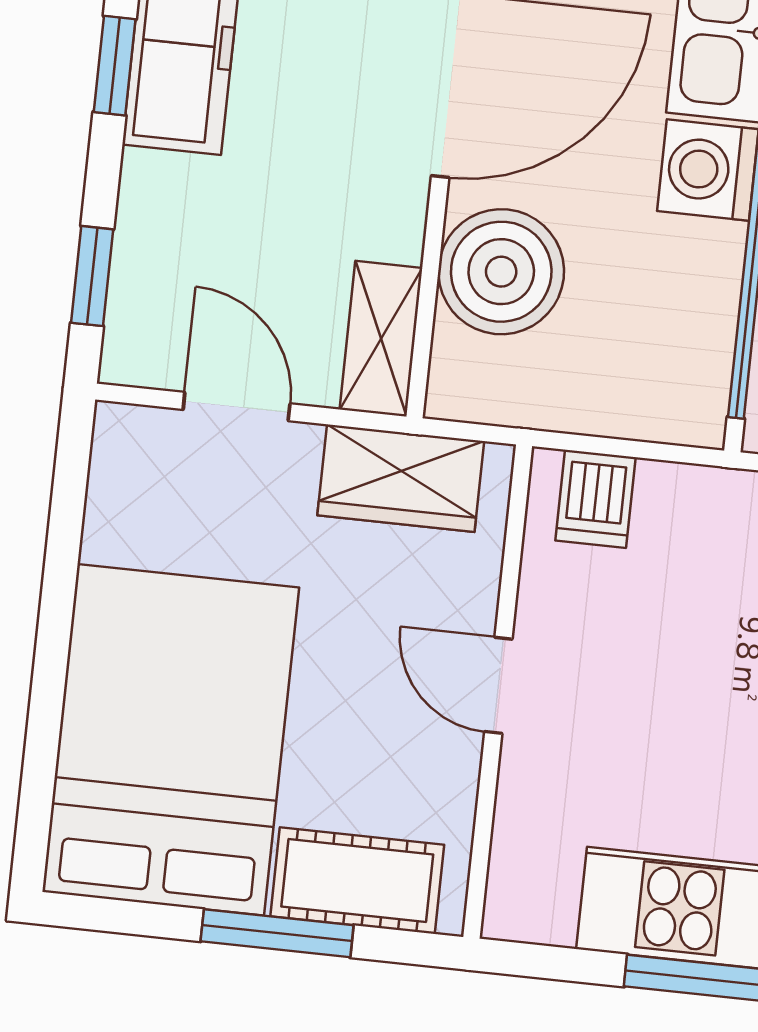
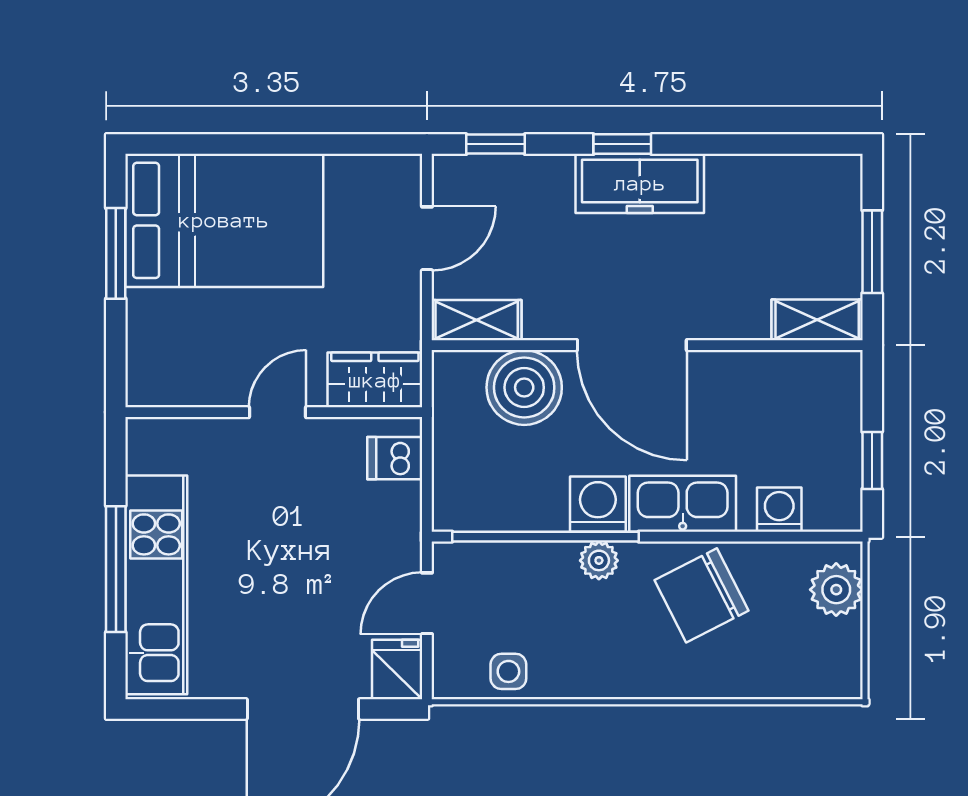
wardrobe: (401, 478) -> (375, 380), moved, turned 90
cot: (357, 881) -> (152, 341), removed
window: (277, 933) -> (116, 253), moved

